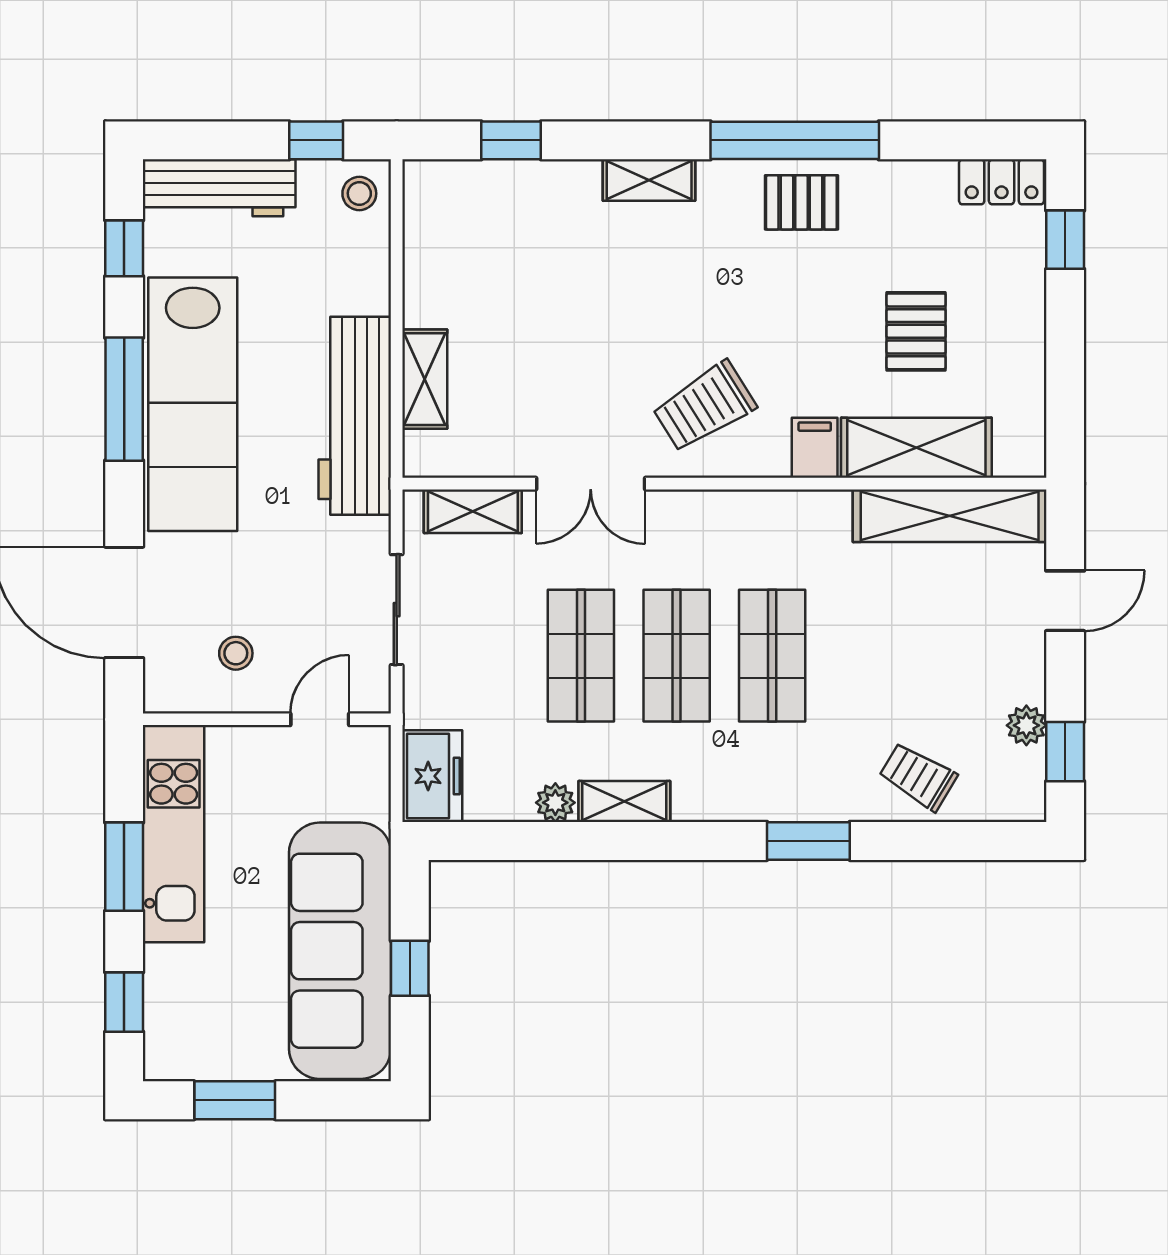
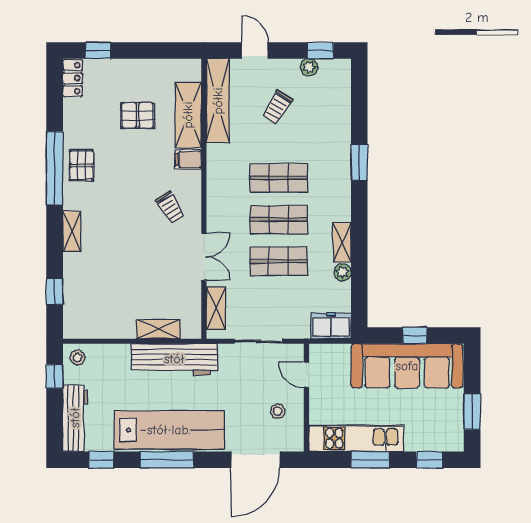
trolley: (704, 407) -> (170, 207), width x0.73, depth x0.72
trolley: (918, 776) -> (277, 107), moved

